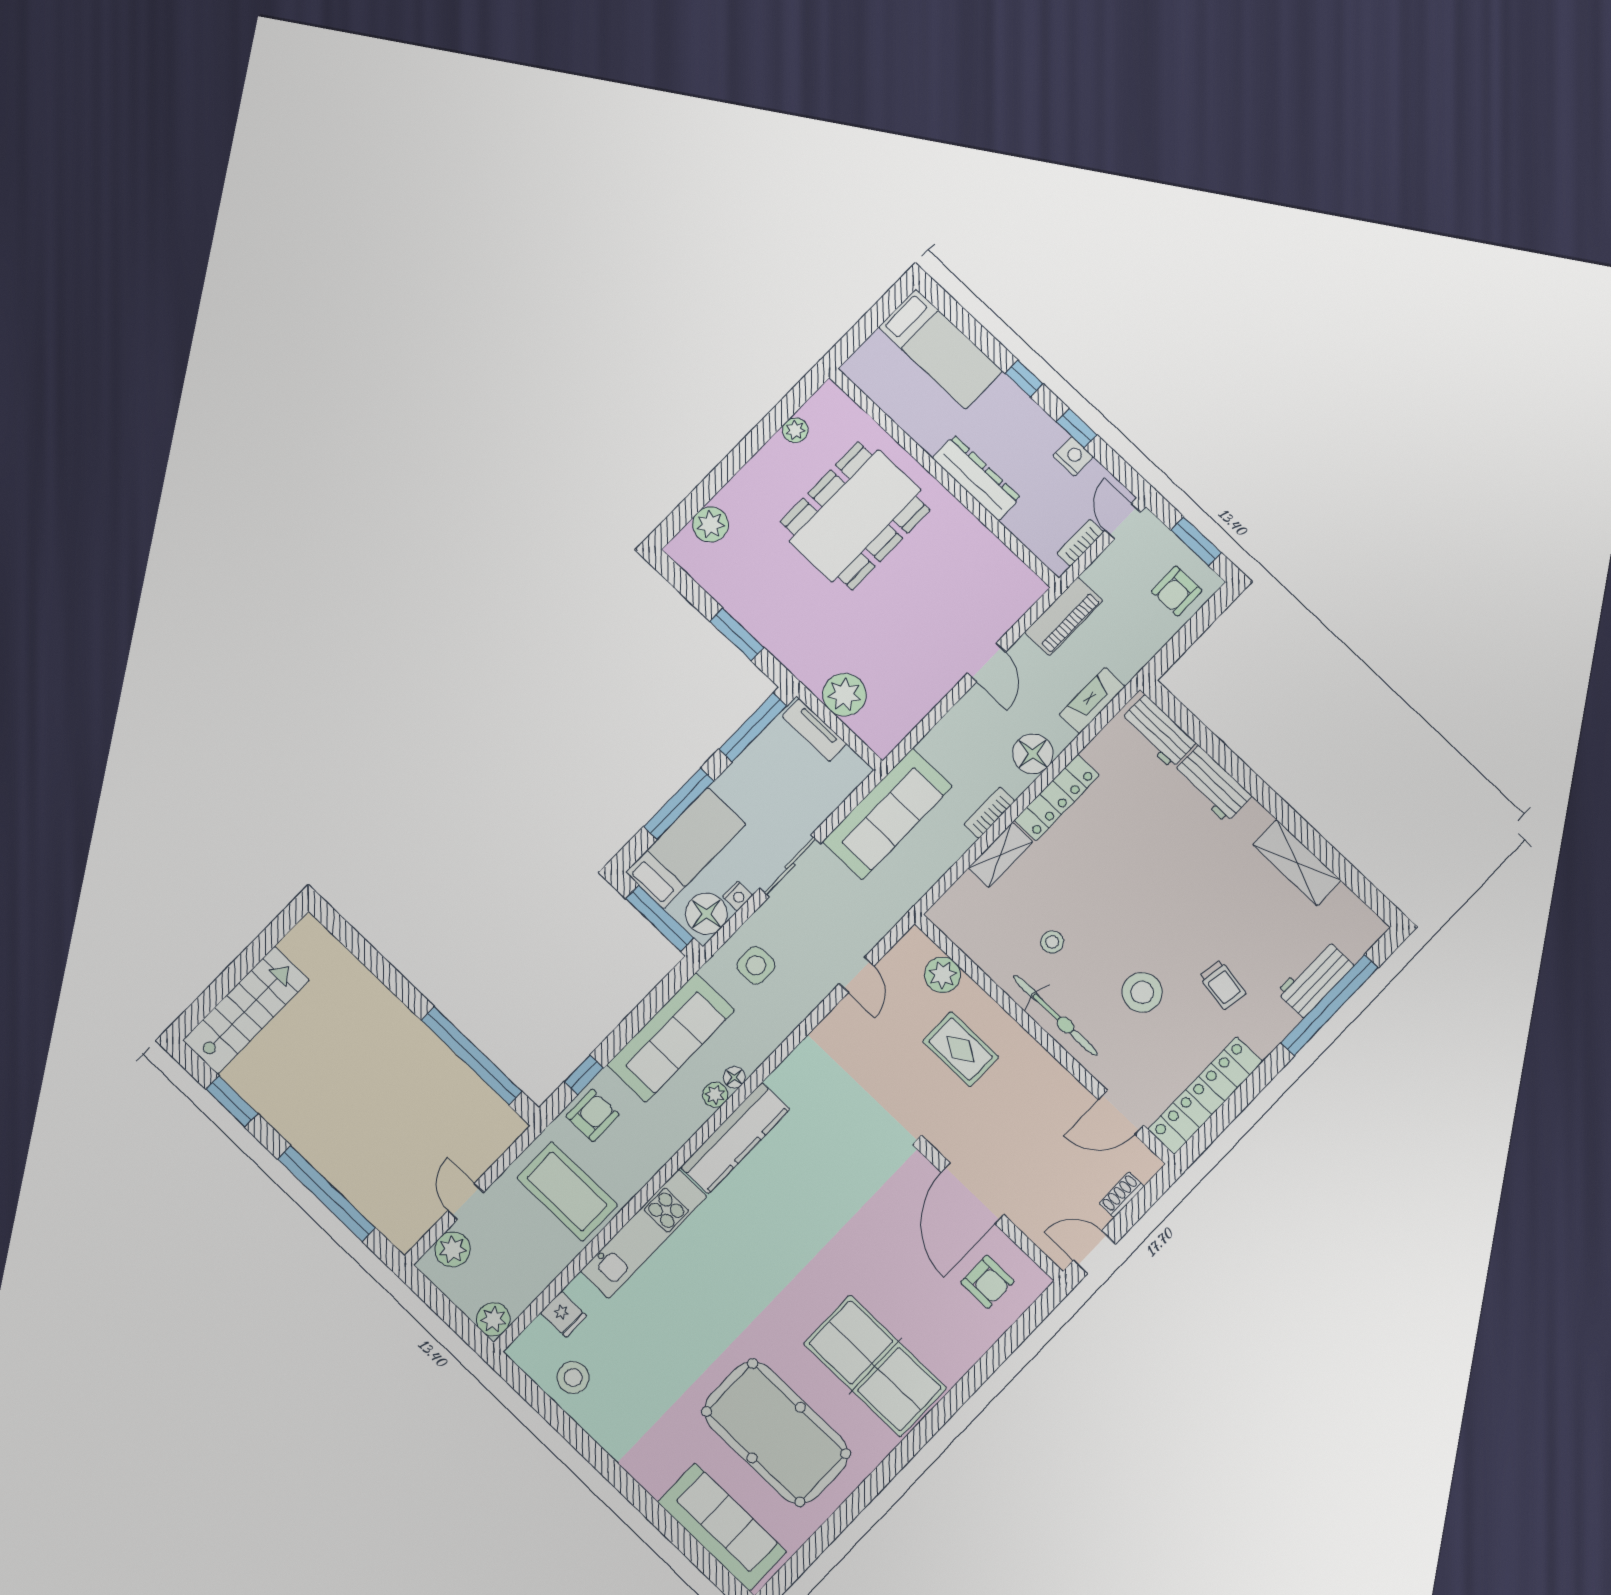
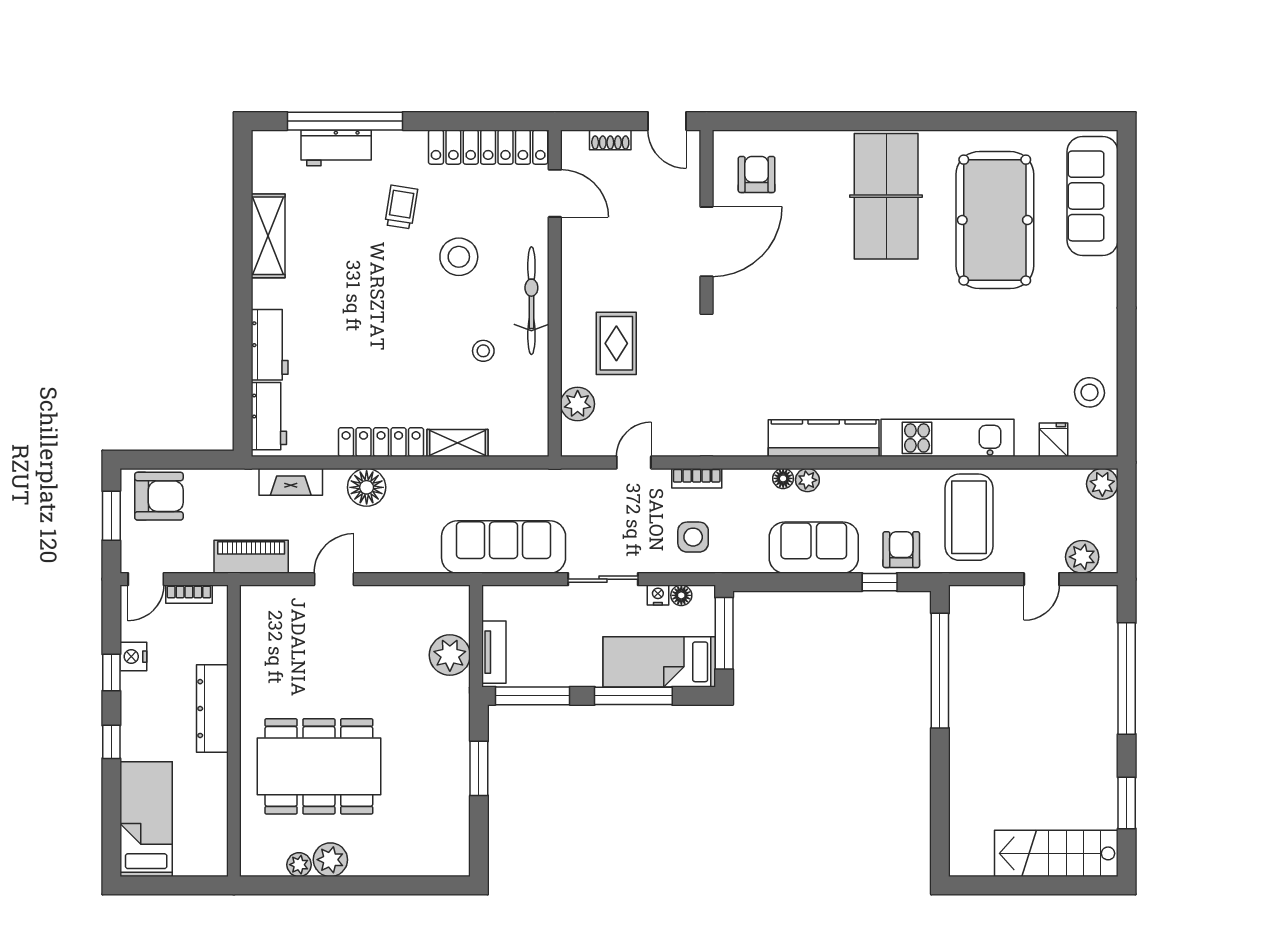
plant: (711, 524) -> (330, 860), moved
armchair: (1177, 591) -> (159, 496), width x1.38, depth x1.38
bookcase: (989, 813) -> (697, 478), moved
floor lamp: (706, 914) -> (681, 595), width x0.53, depth x0.53
sofa: (671, 1038) -> (814, 548), width x0.73
armchair: (593, 1115) -> (901, 550), turned 90

